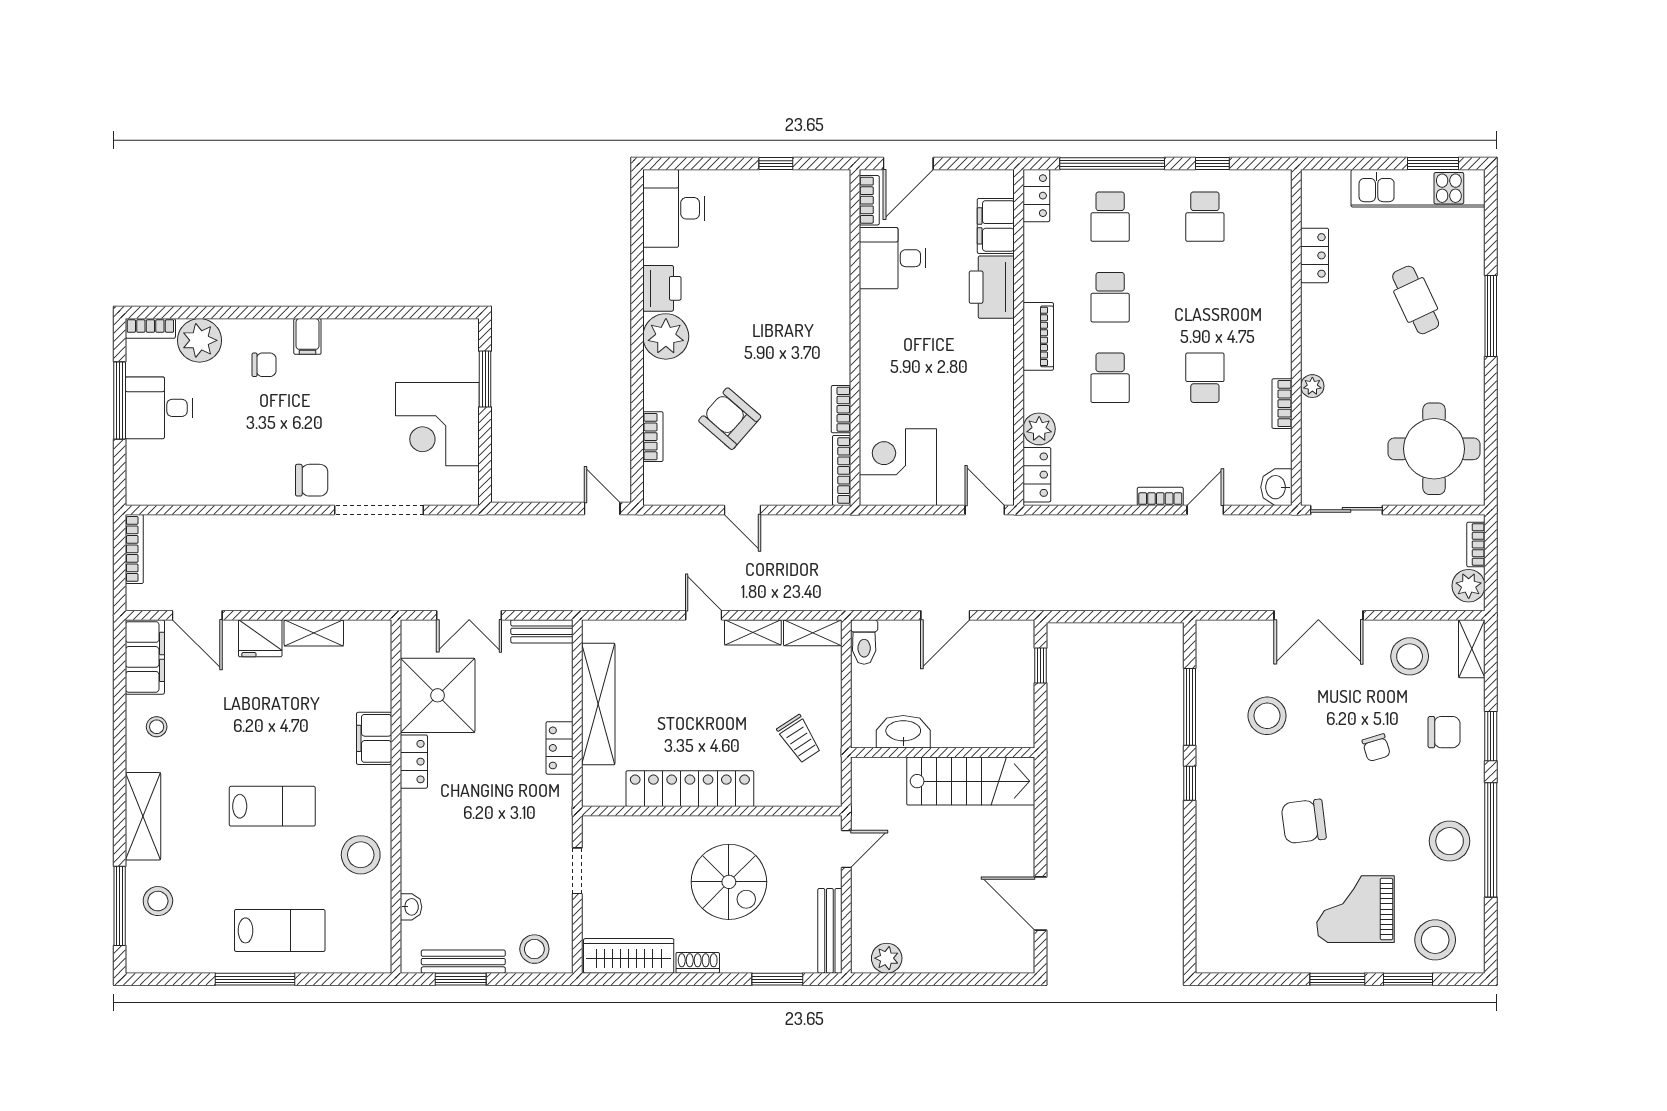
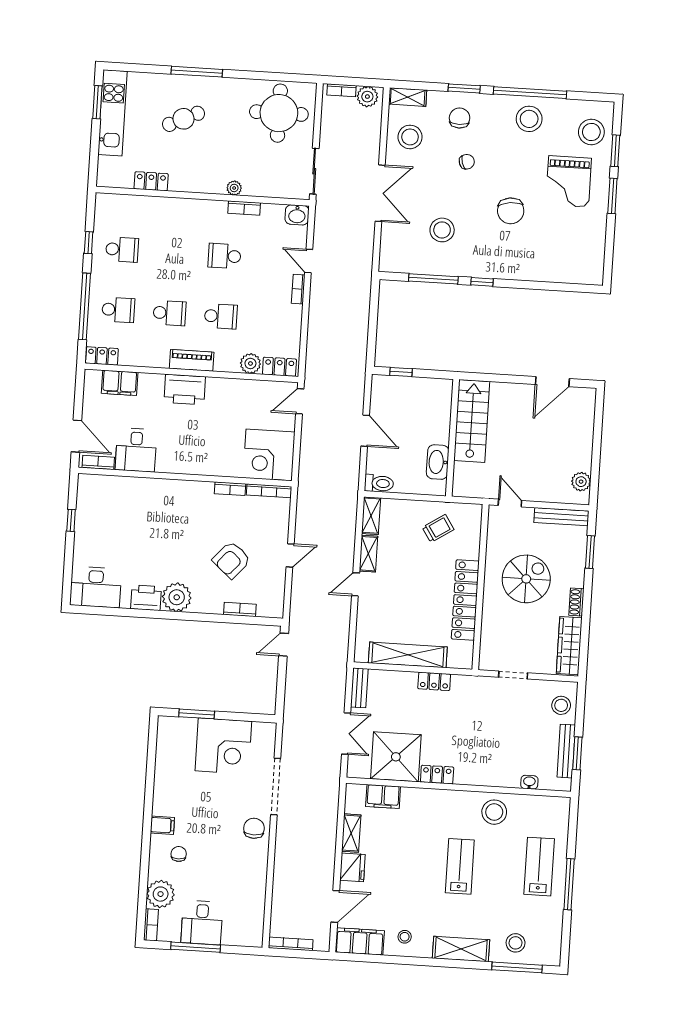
printer: (992, 287) -> (185, 390), moved
filing cabinet: (374, 738) -> (383, 797), moved

